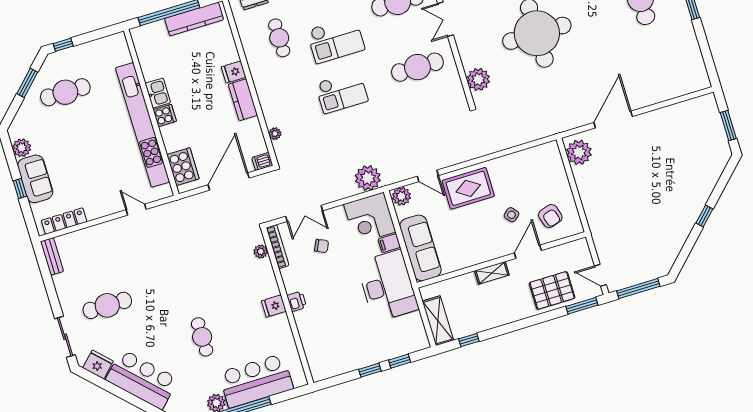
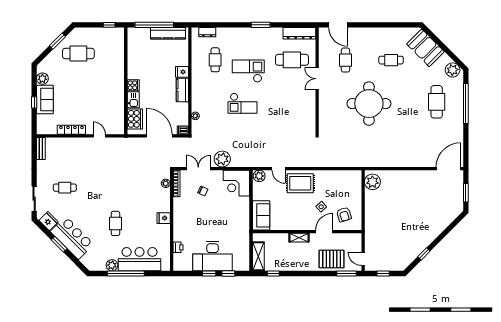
checkout: (336, 40) -> (248, 71), turned 180
window: (63, 45) -> (109, 25), moved
cafe table: (417, 67) -> (292, 102), removed
plant: (478, 79) -> (326, 120), removed
kitchen sink: (158, 93) -> (133, 100), moved
door: (613, 120) -> (448, 169), moved
kitchen unit: (143, 125) -> (118, 87), removed
plant: (368, 178) -> (222, 159), moved
door: (229, 181) -> (159, 136), hinge flipped
double door: (304, 213) -> (198, 169), swing flipped
window: (704, 216) -> (424, 254), moved
locker: (64, 221) -> (71, 130), moved
filing cabinet: (389, 243) -> (243, 202), removed
sofa: (420, 248) -> (261, 215), width x0.73
desk: (388, 286) -> (213, 256), moved, turned 90
window: (638, 289) -> (383, 273), width x0.46
printer: (297, 301) -> (178, 247), moved
cafe table: (107, 305) -> (65, 188), width x0.73, depth x0.74
window: (125, 395) -> (59, 244), added

